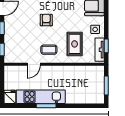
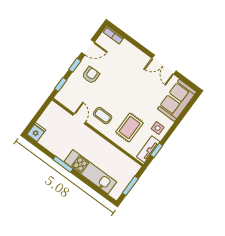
armchair: (46, 20) -> (91, 75), moved
door: (34, 64) -> (79, 119), swing flipped
kitchen unit: (41, 97) -> (90, 172), moved

